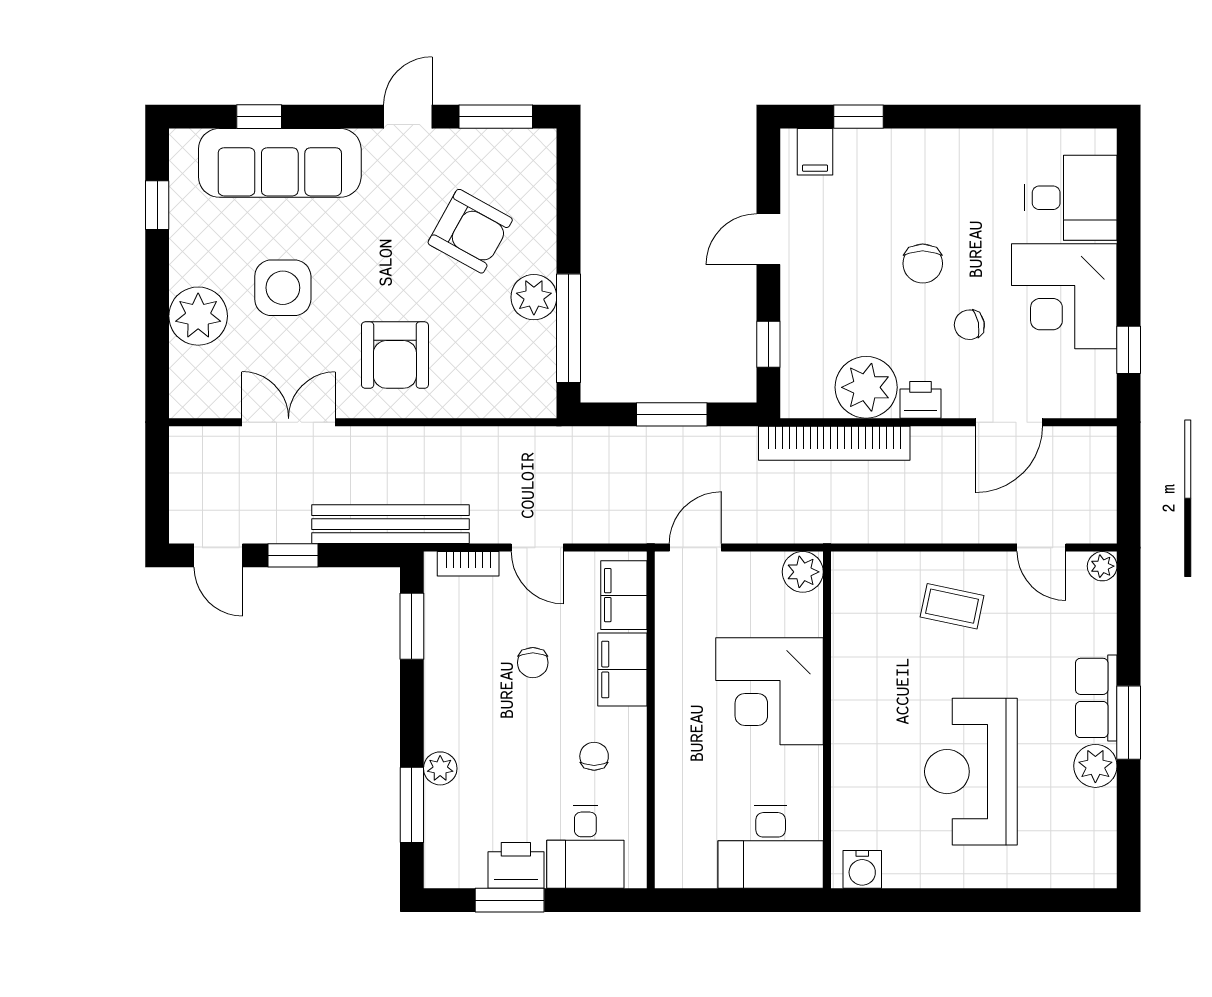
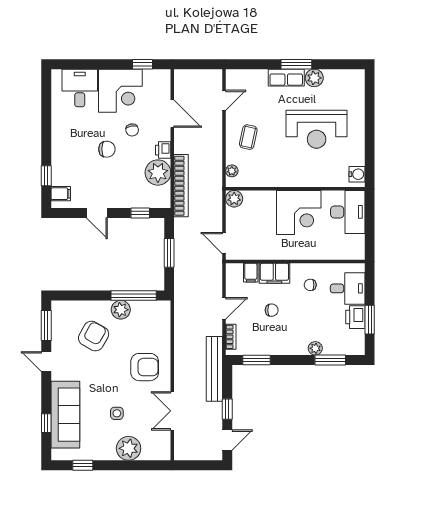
side table: (283, 288) -> (117, 413), width x0.54, depth x0.54
plant: (1102, 566) -> (232, 171), moved
filing cabinet: (624, 595) -> (251, 273), width x0.50
corner desk: (770, 691) -> (299, 212), moved

